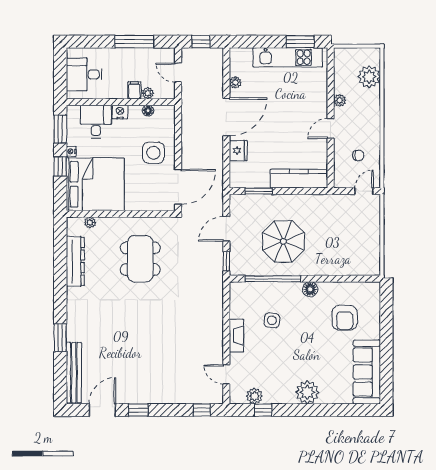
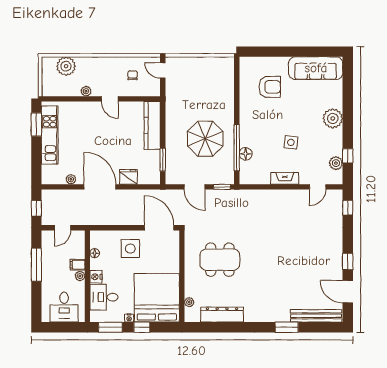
plant: (148, 93) -> (80, 276), moved
floor lamp: (310, 289) -> (246, 154), moved
side table: (272, 320) -> (291, 142), moved

